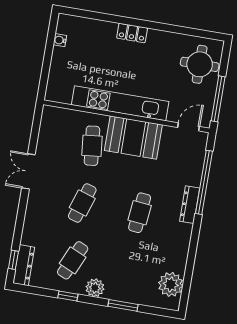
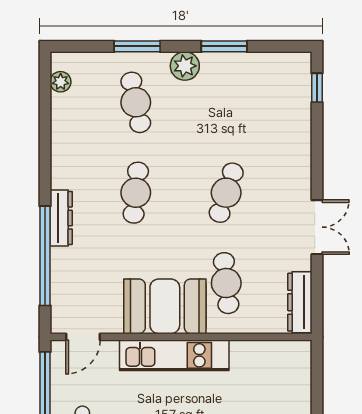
kitchen unit: (120, 103) -> (174, 355), width x0.73
cafe table: (73, 260) -> (136, 102), moved, turned -36
dresser: (24, 265) -> (300, 302), moved
plant: (171, 284) -> (61, 82), width x0.53, depth x0.53
window: (68, 296) -> (224, 46), width x1.50

